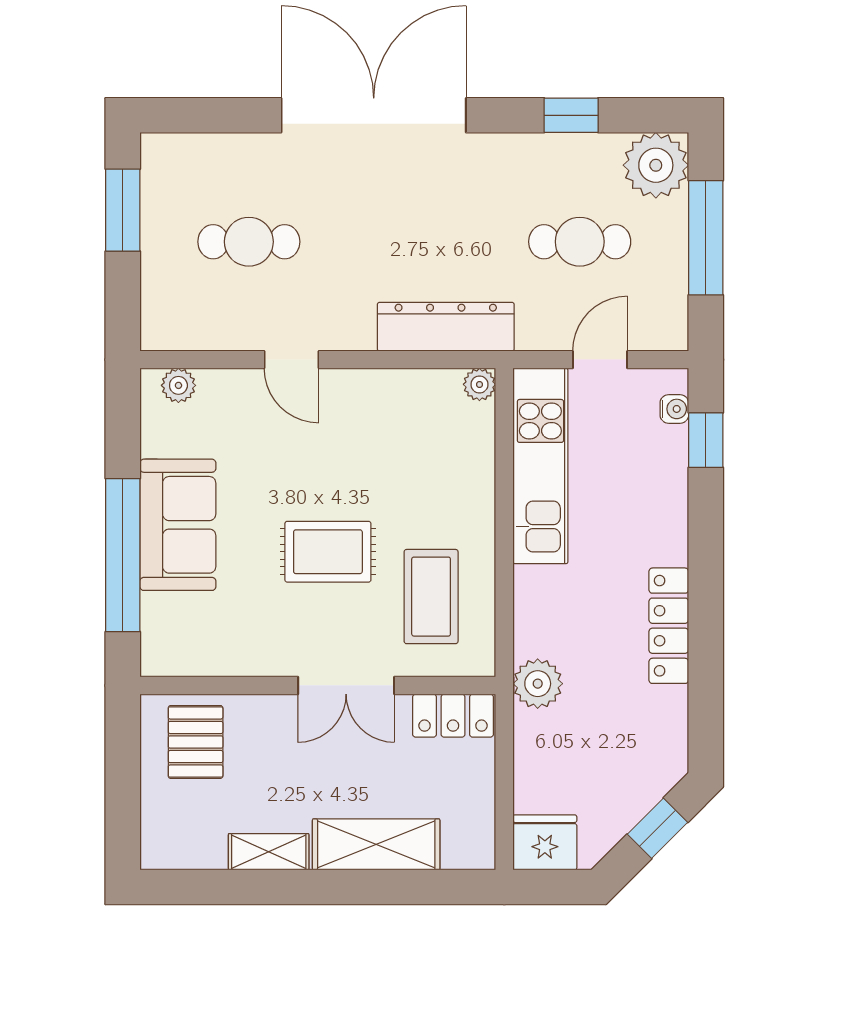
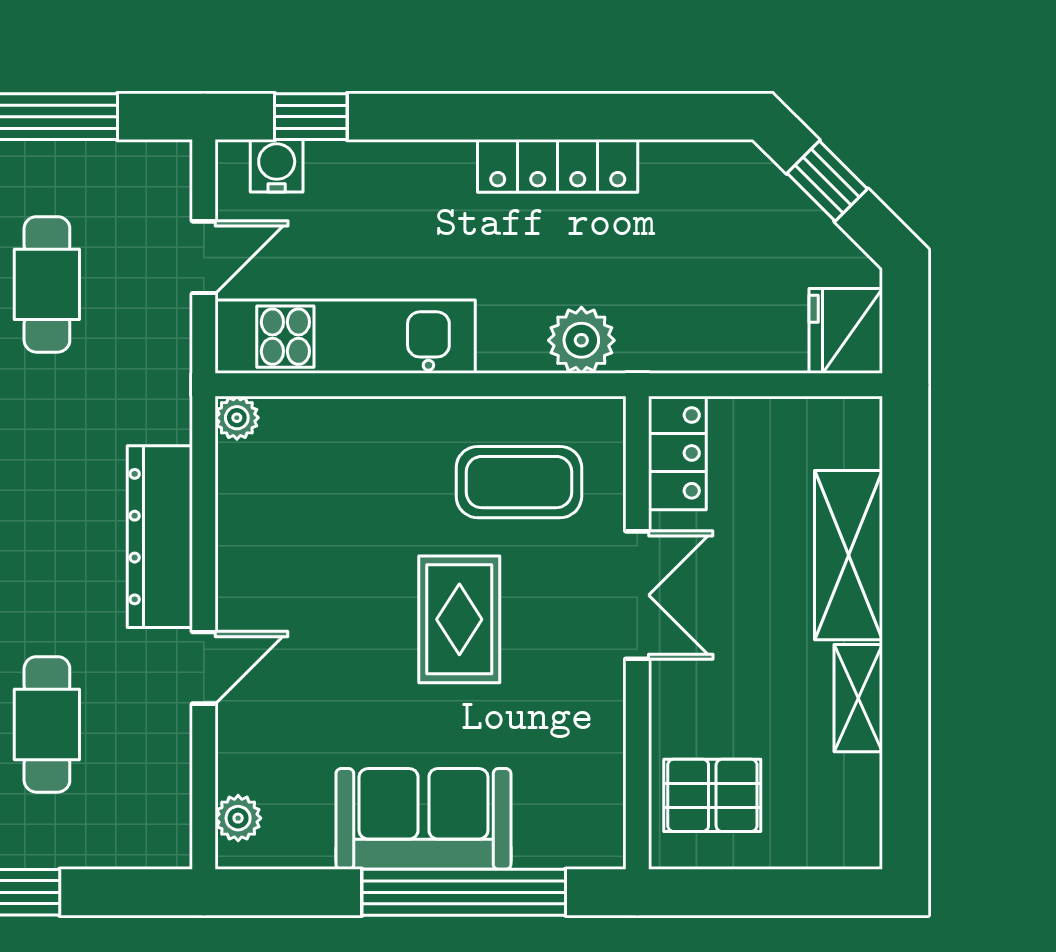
dresser: (446, 327) -> (160, 537), moved
door: (600, 360) -> (204, 257), swing flipped
water cooler: (674, 409) -> (277, 166), width x1.38, depth x1.38
plant: (538, 684) -> (581, 340), moved

